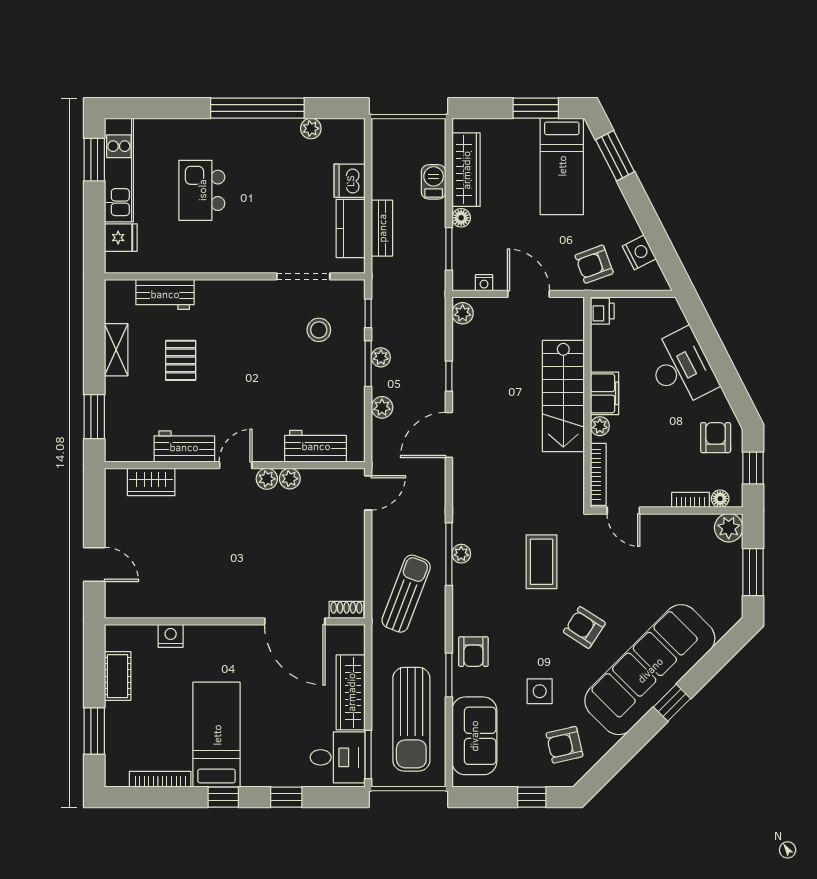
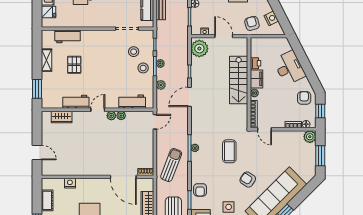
armchair: (594, 264) -> (252, 23), turned 94
printer: (602, 311) -> (255, 63), moved
plant: (463, 313) -> (199, 49), width x1.87, depth x1.87
stool: (341, 368) -> (143, 68), added

